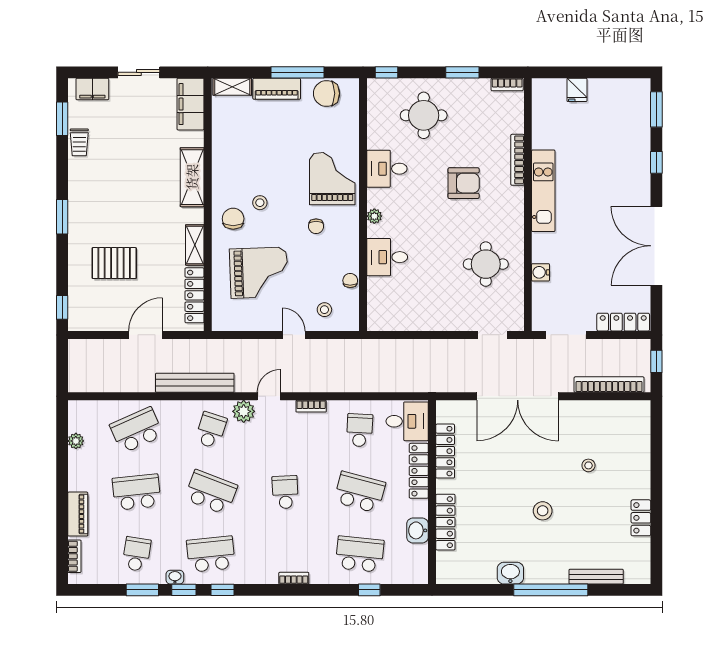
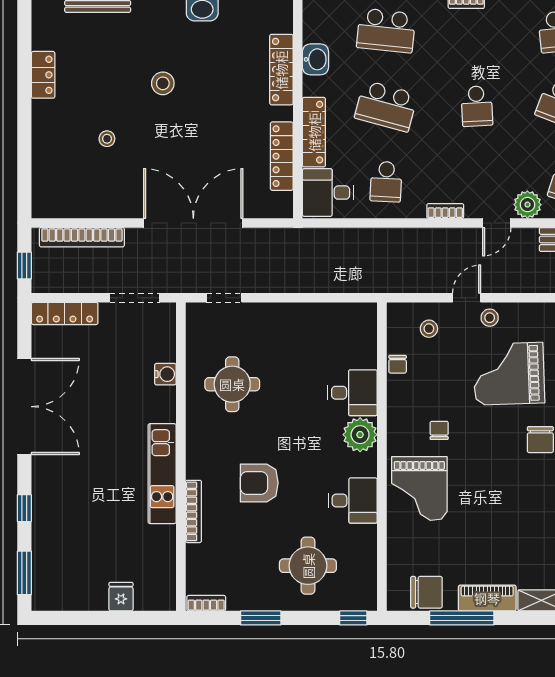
stool: (260, 203) -> (490, 318), moved
plant: (374, 216) -> (360, 435), width x1.88, depth x1.88
door: (294, 335) -> (467, 298), swing flipped

